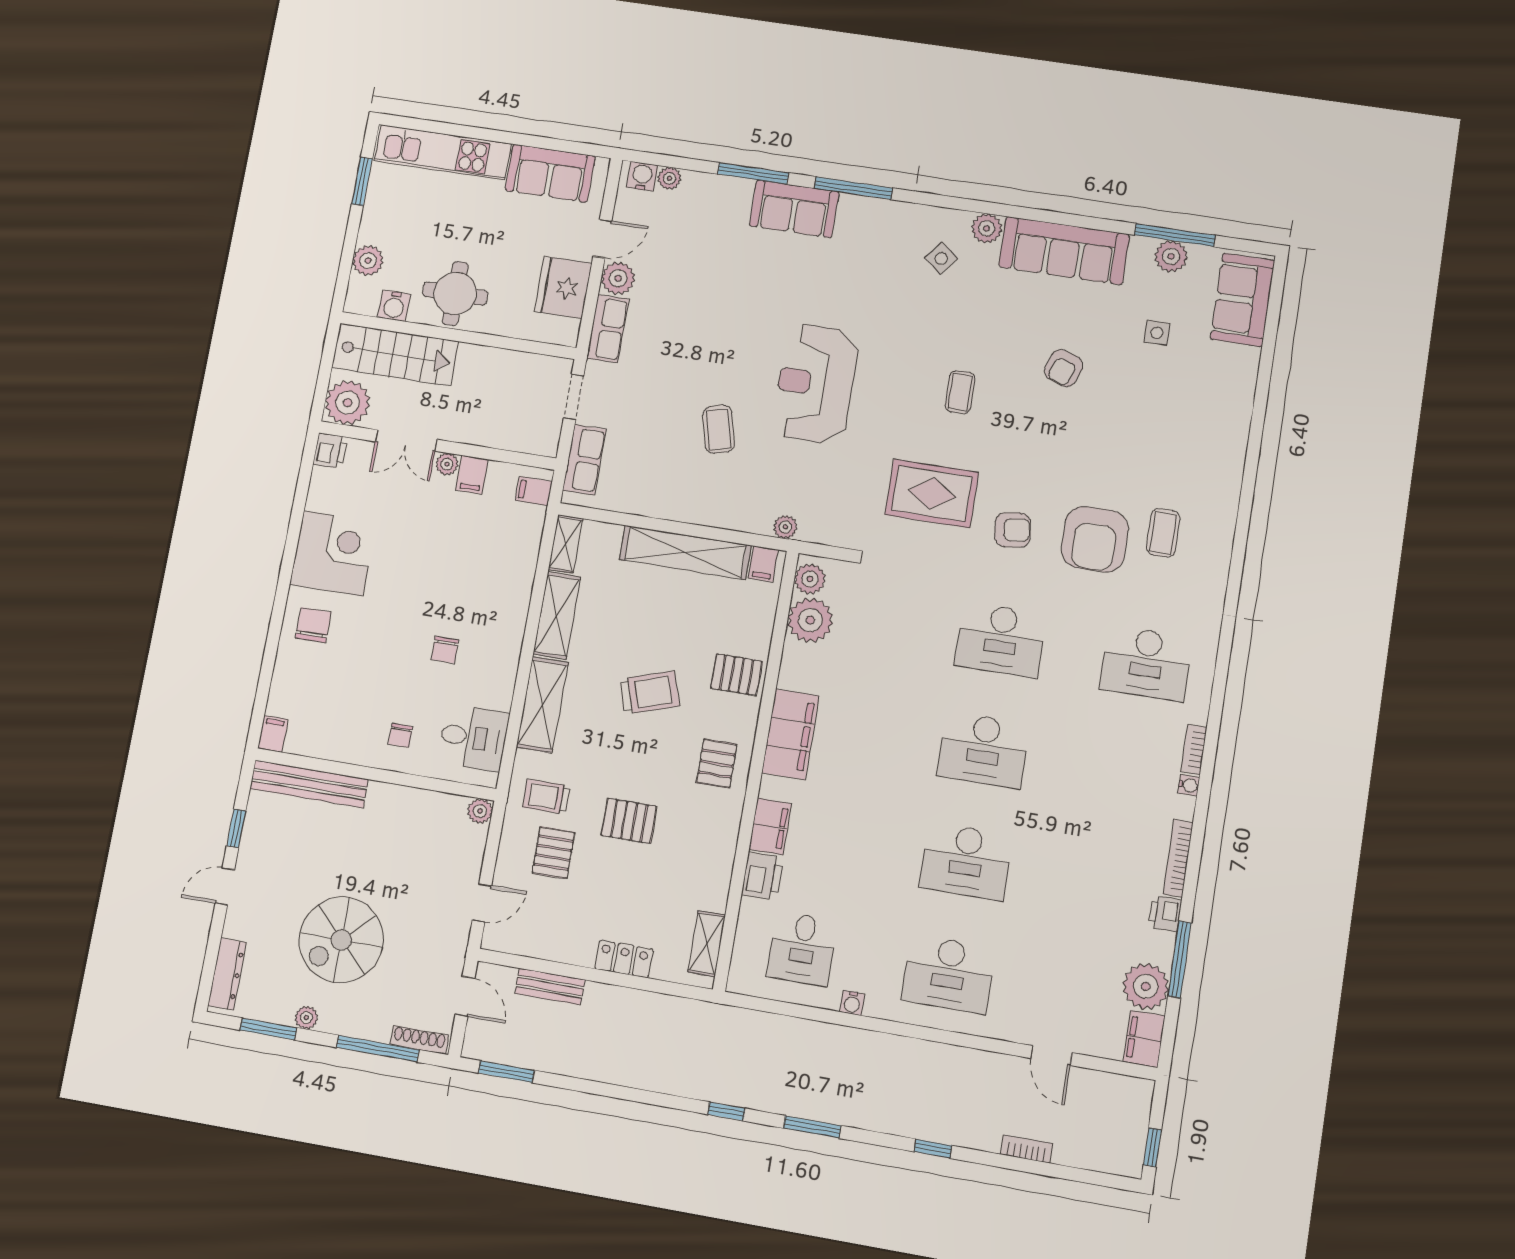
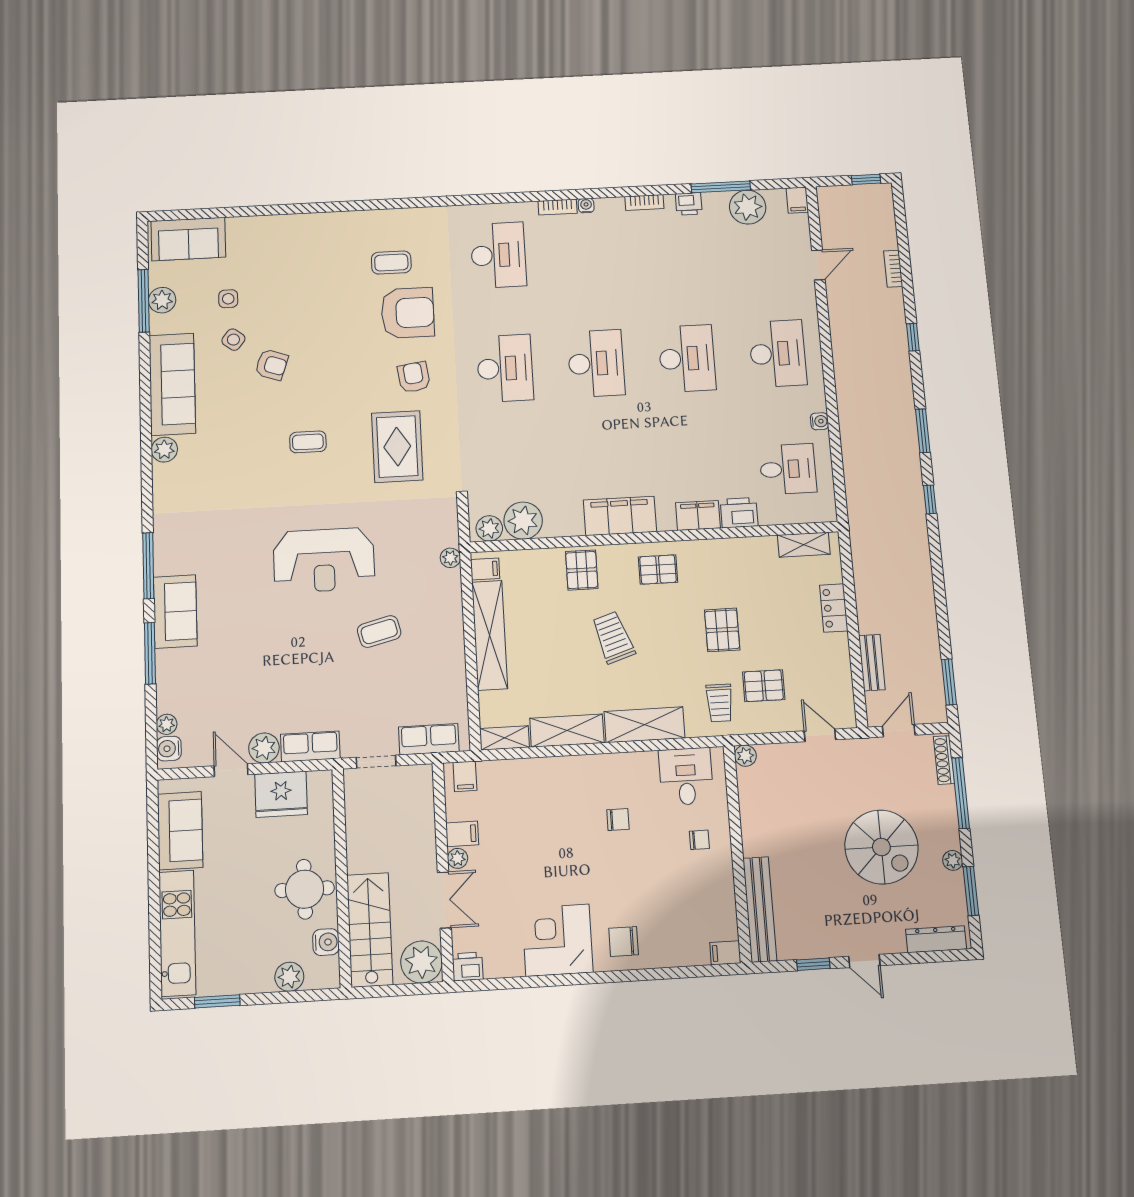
side table: (941, 259) -> (233, 340), moved
bookcase: (1178, 858) -> (644, 203), width x0.64
filing cabinet: (1144, 1039) -> (797, 200), width x0.50

